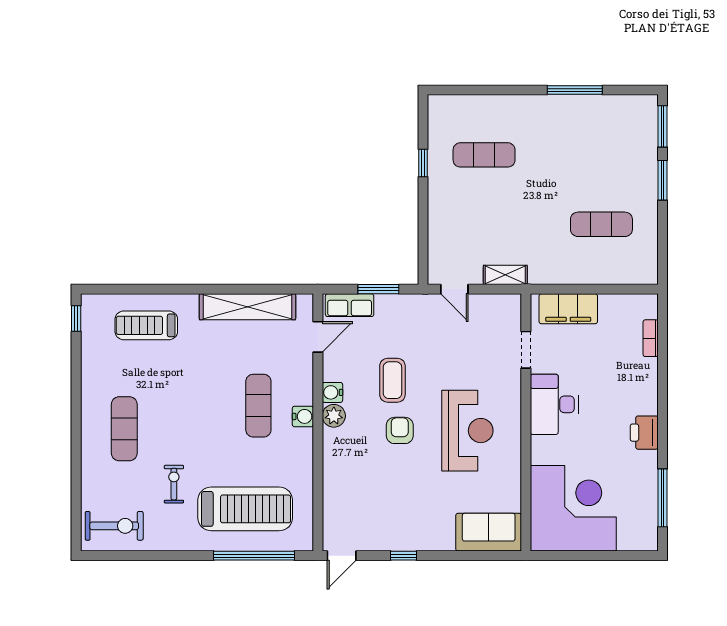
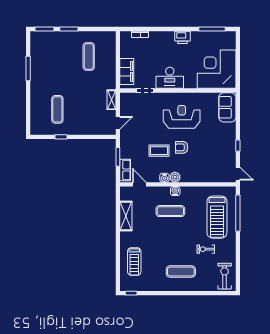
shelving: (247, 307) -> (126, 216), width x0.68
treadmill: (245, 509) -> (217, 217), turned 180

